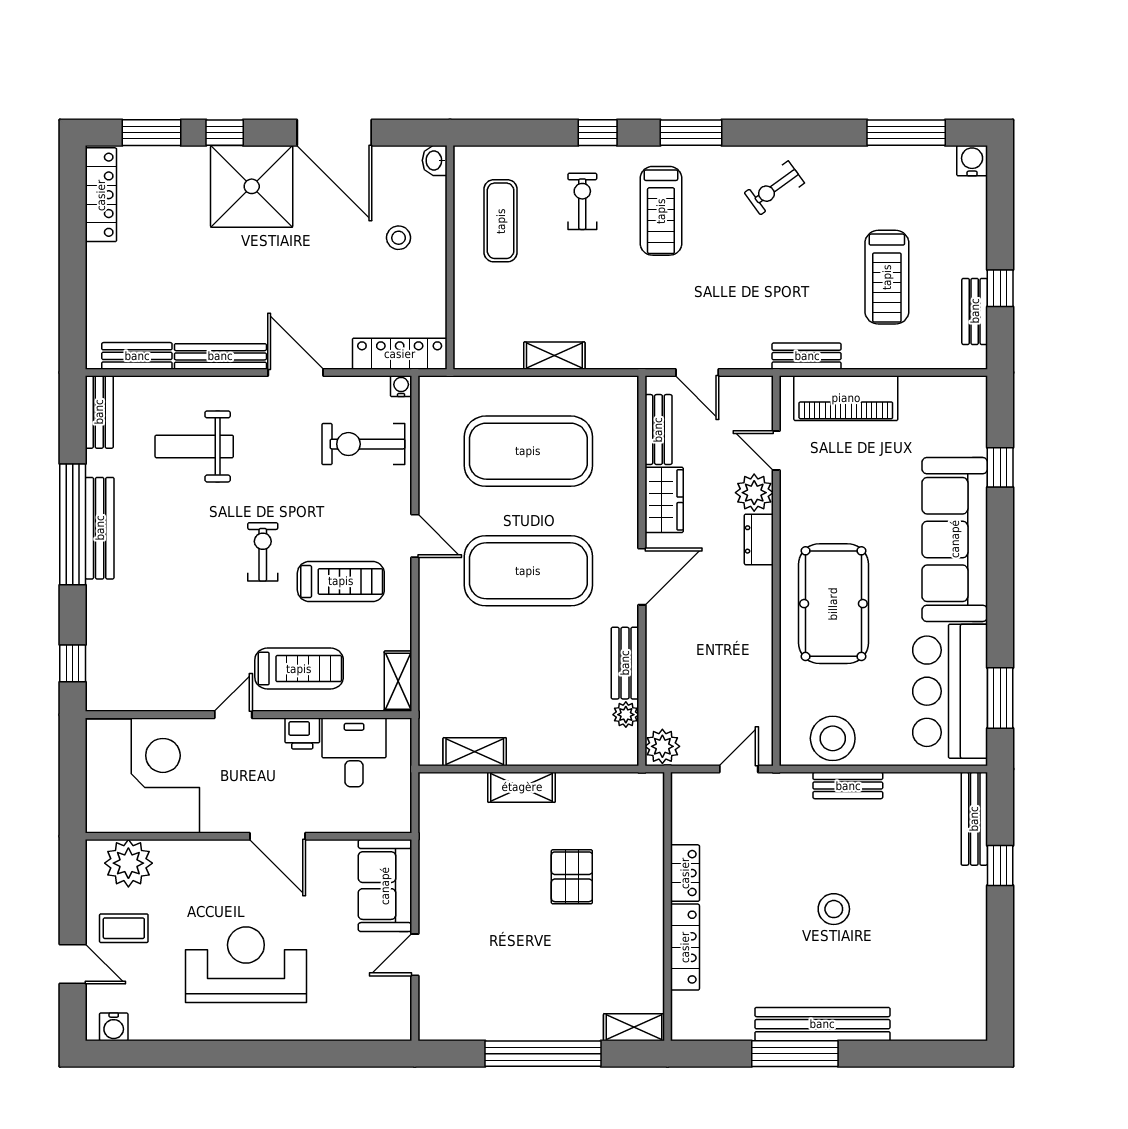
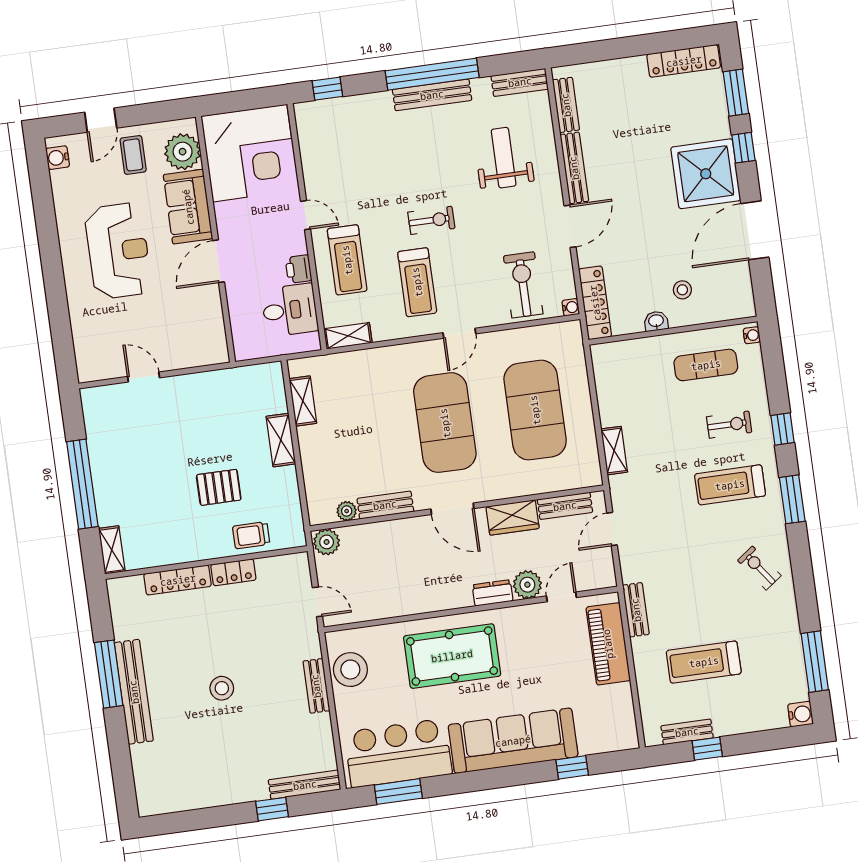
water cooler: (470, 156) -> (752, 335), added
washbasin: (435, 160) -> (656, 321), moved
shelving: (554, 356) -> (614, 451), moved
trolley: (640, 843) -> (251, 535), added
sofa: (385, 886) -> (188, 207), moved, turned -90

